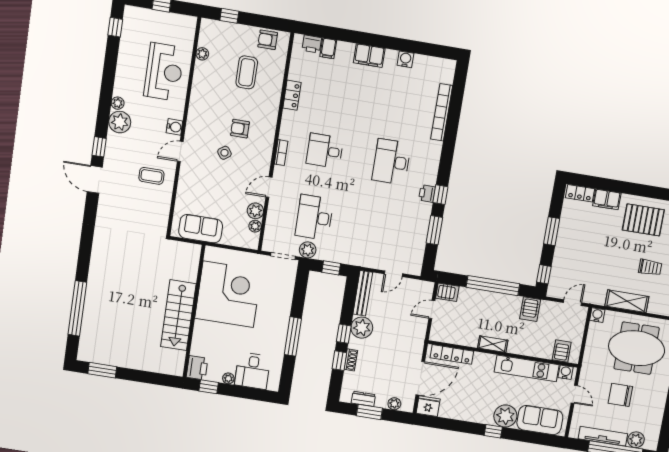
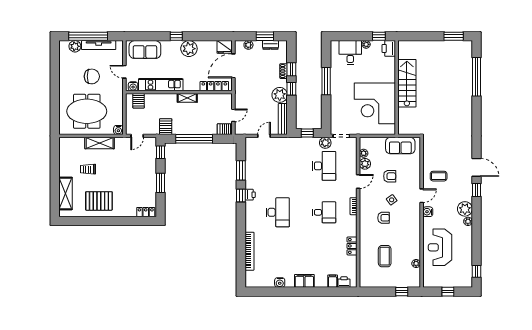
armchair: (268, 40) -> (390, 176), moved
filing cabinet: (607, 199) -> (127, 211), removed
plant: (505, 416) -> (189, 49), moved

